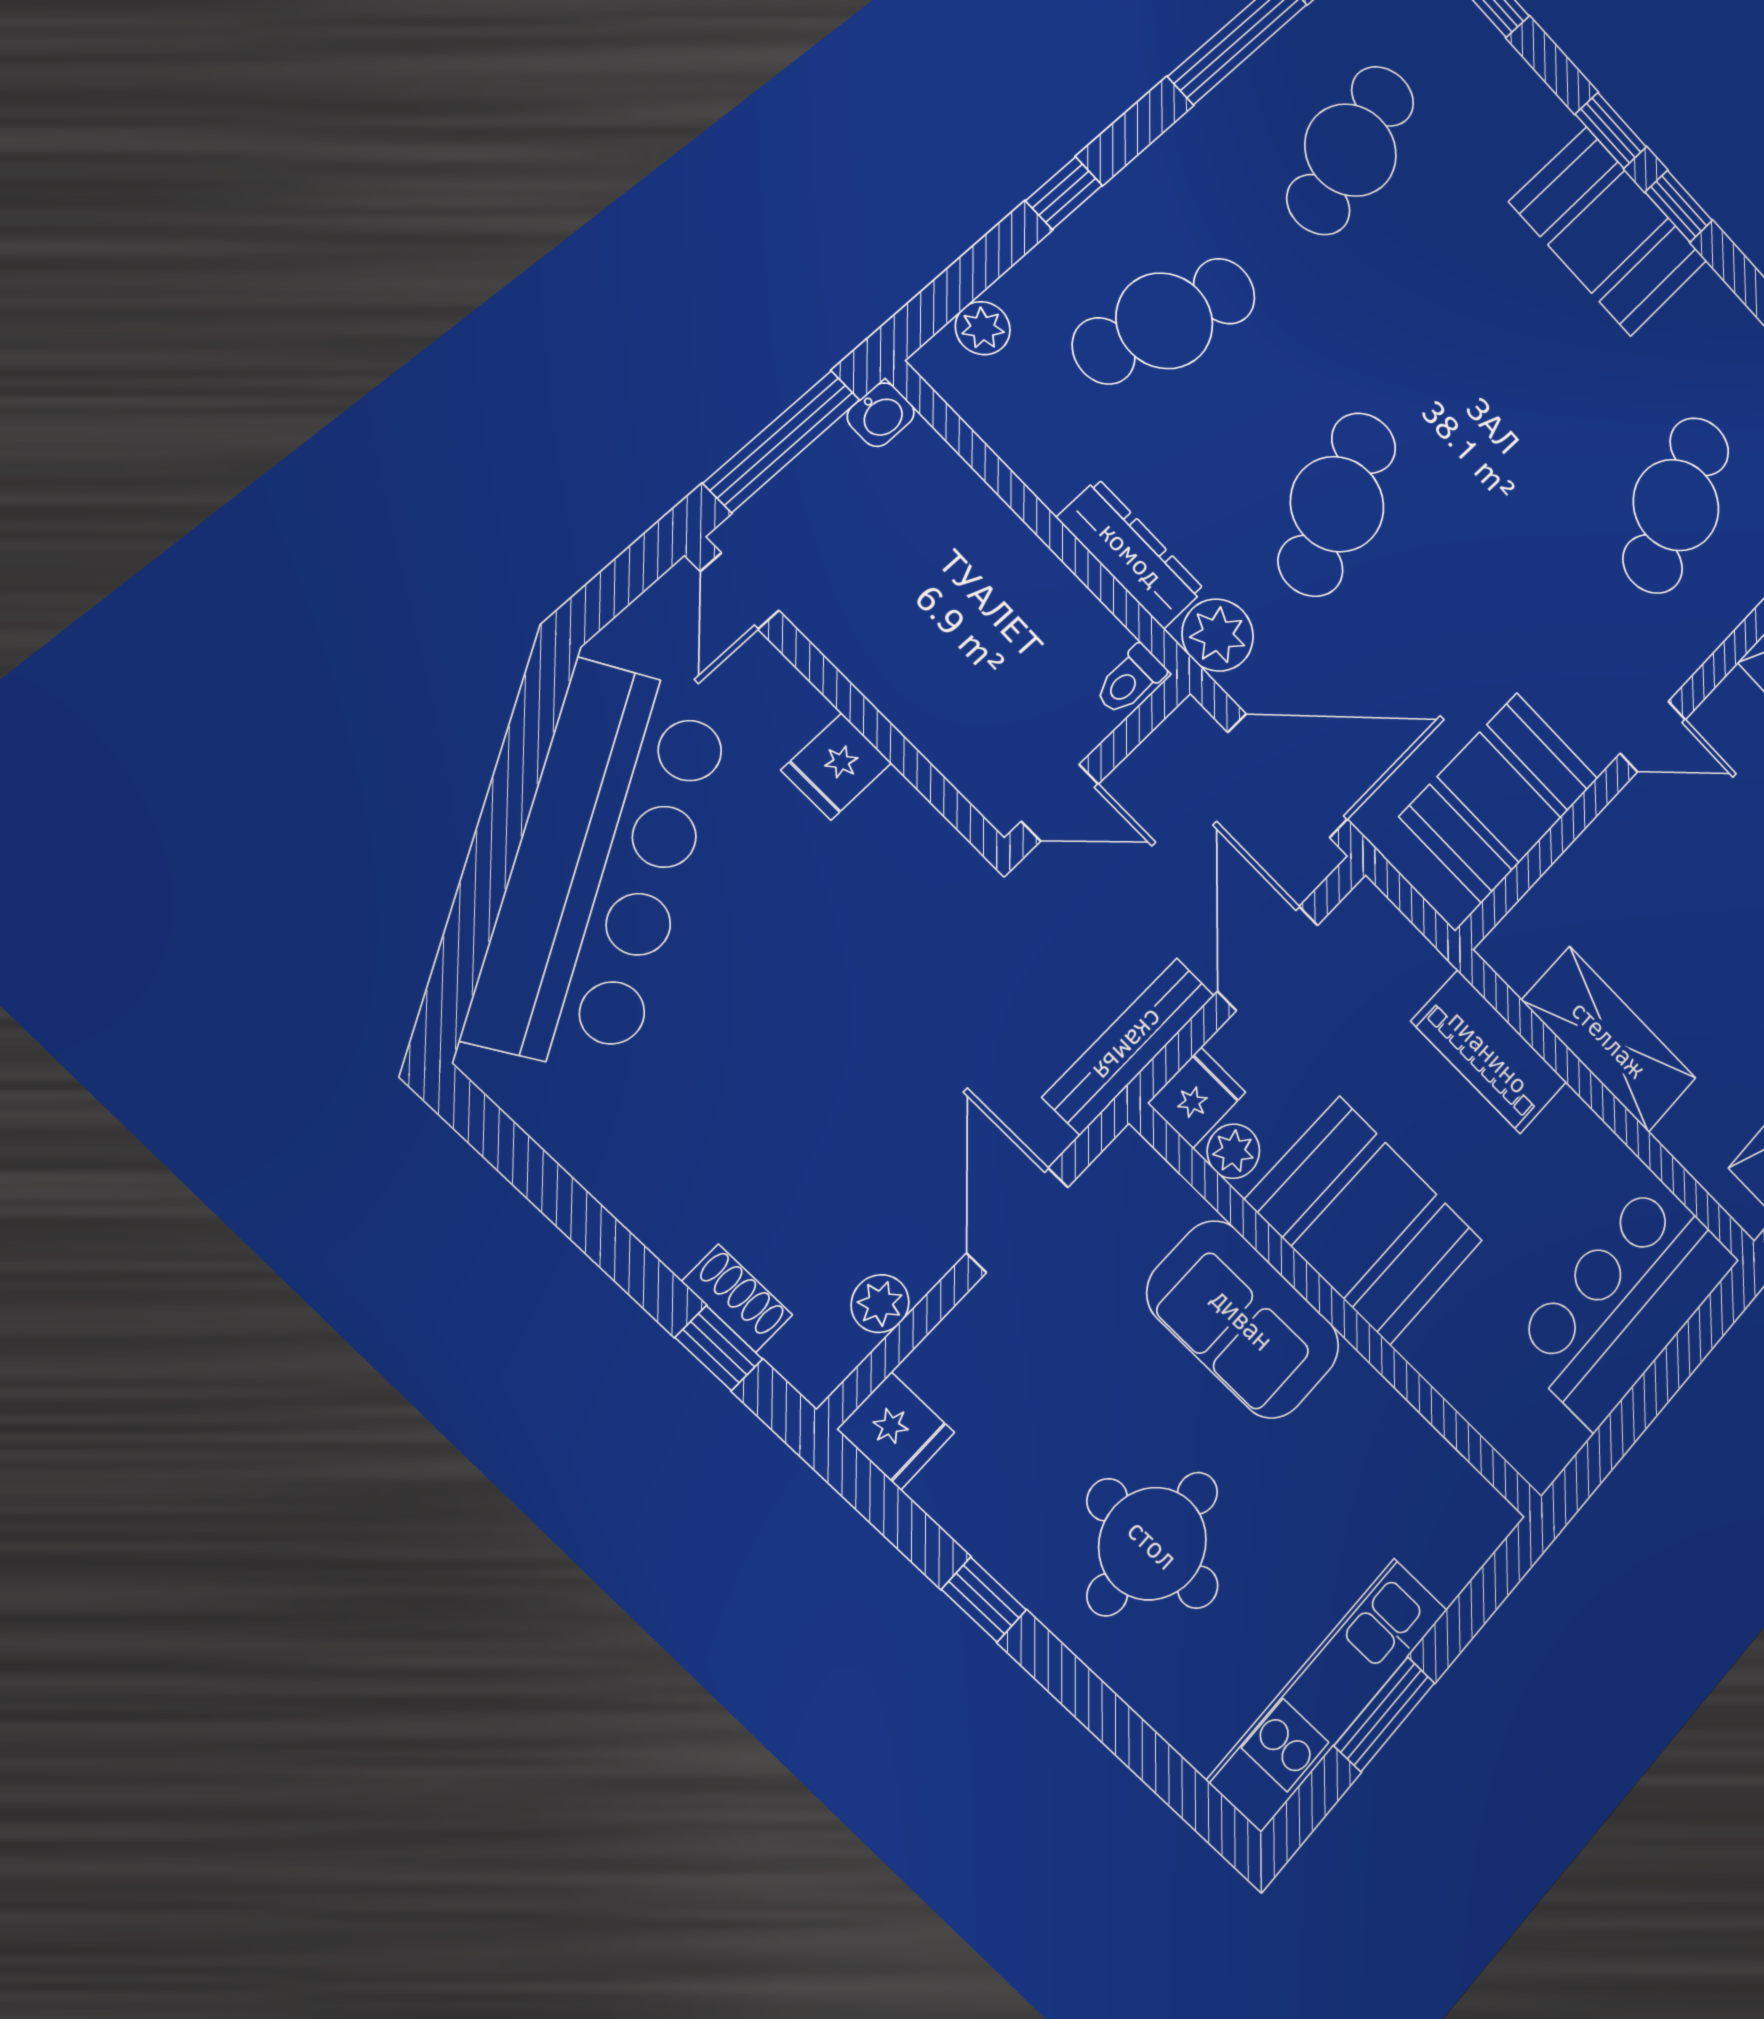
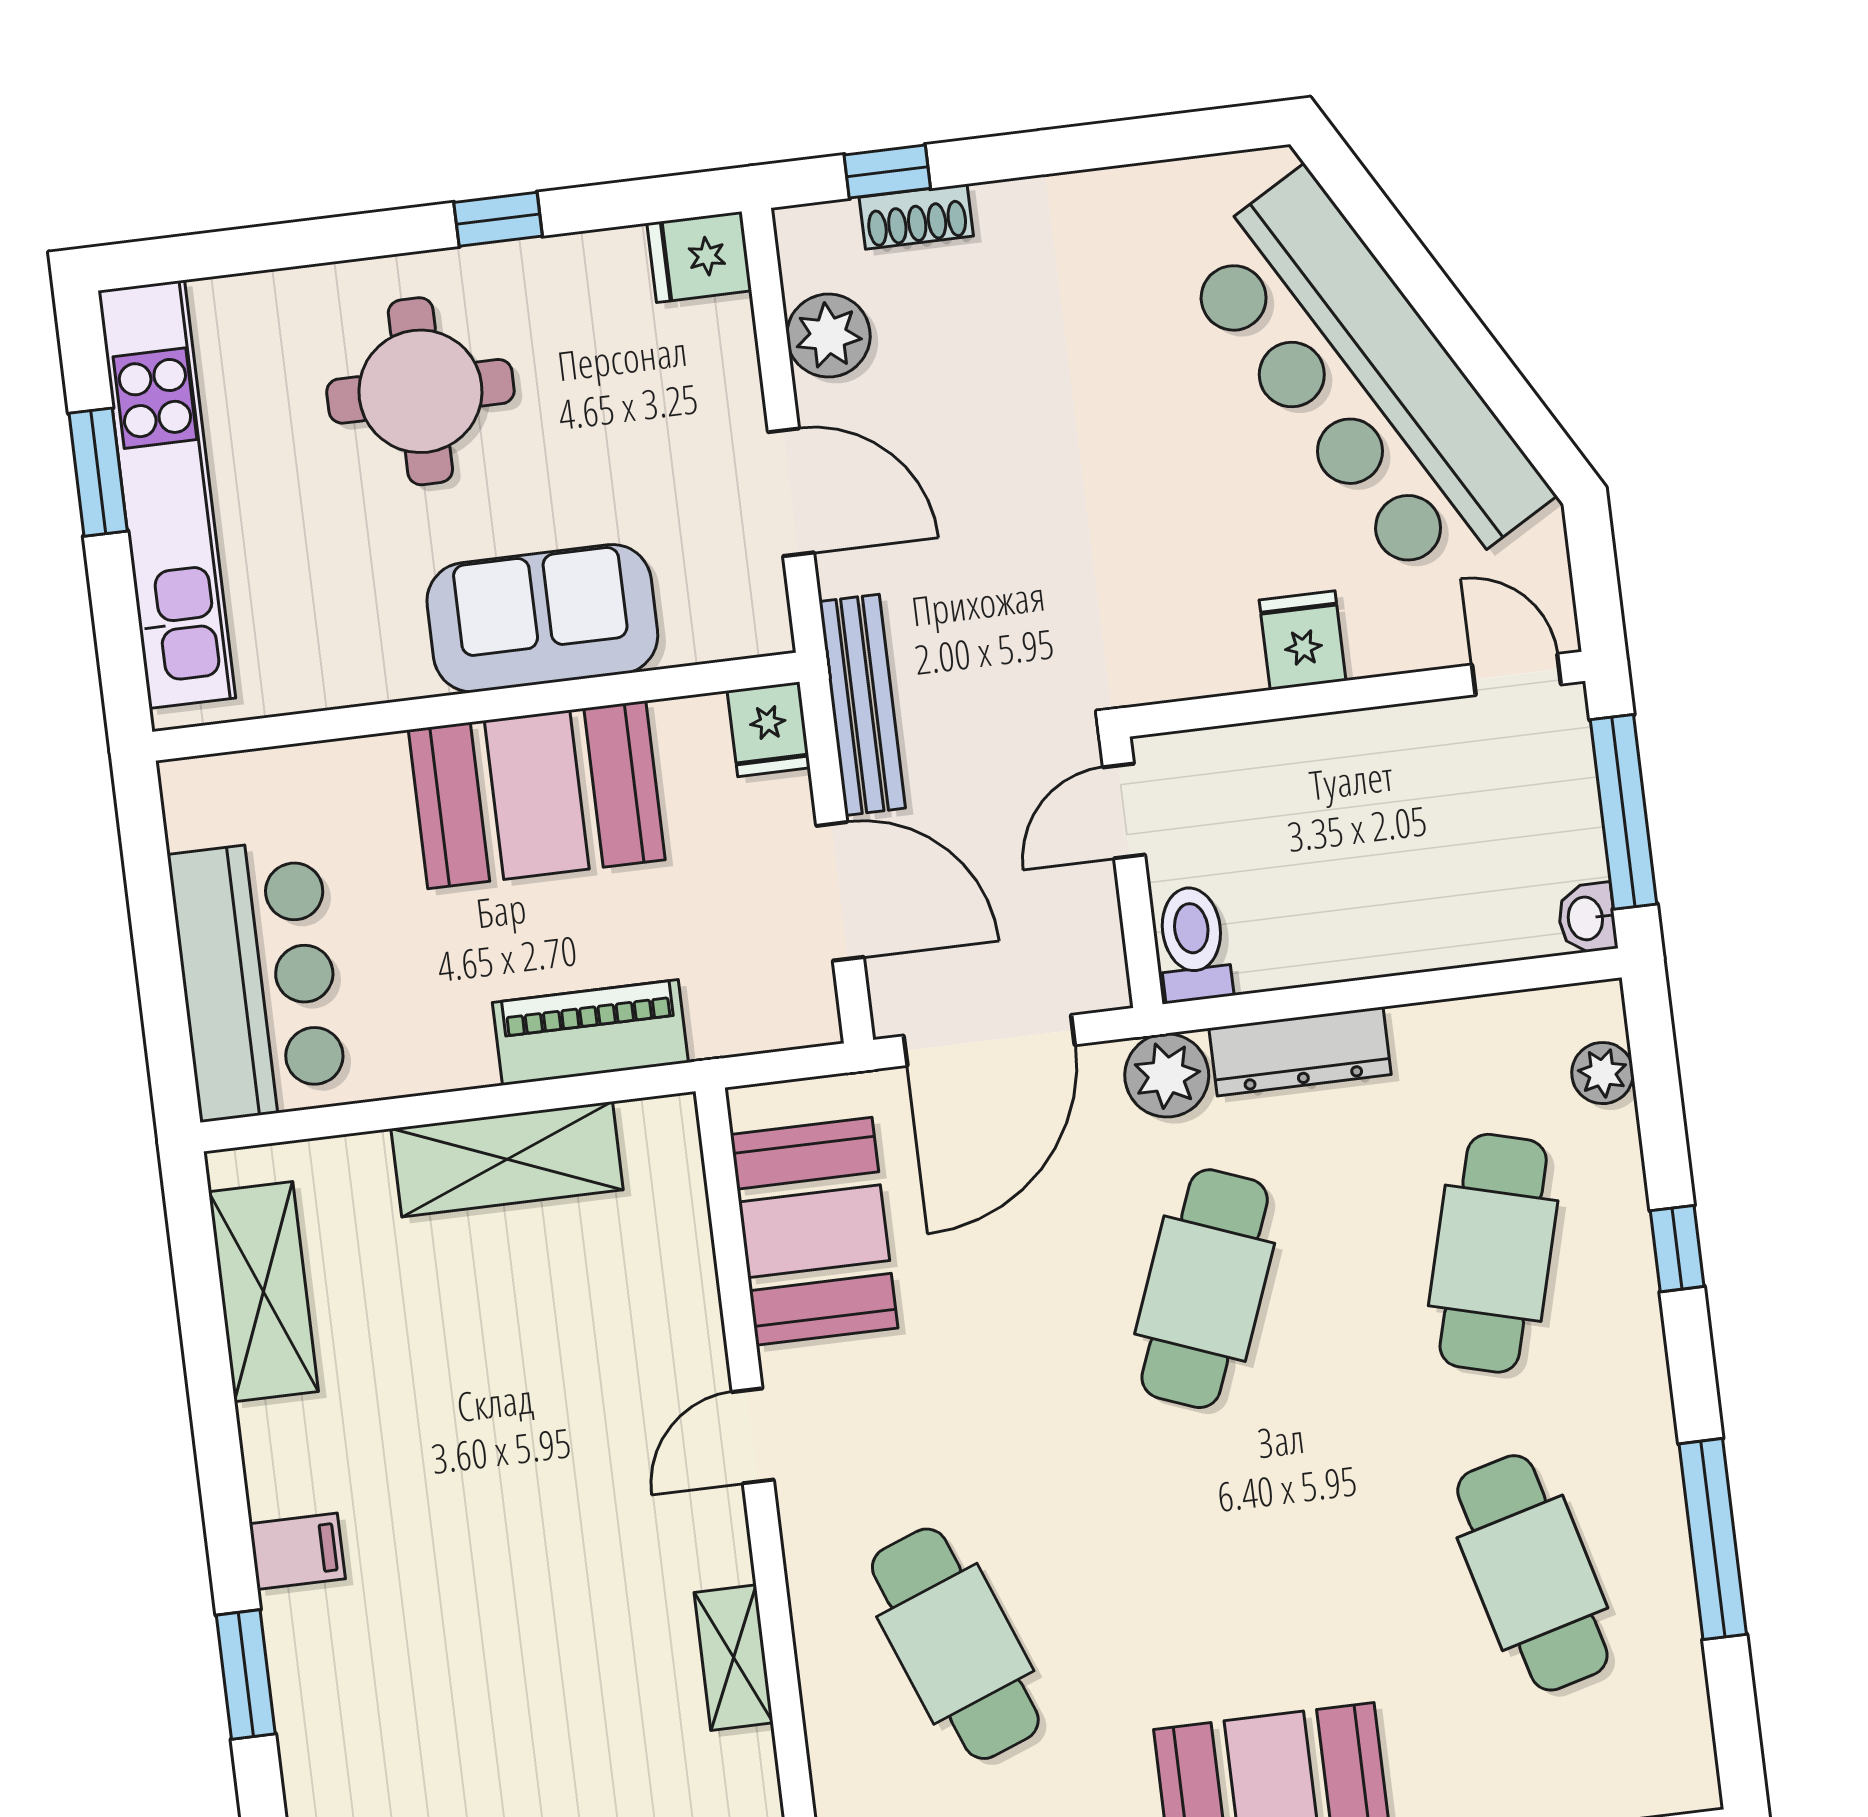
cafe table: (1337, 504) -> (1205, 1289), turned 42
toilet: (1130, 680) -> (1193, 944), width x1.37, depth x1.39
plant: (1233, 1151) -> (695, 725), removed
plant: (880, 1304) -> (828, 336), width x1.38, depth x1.38
kitchen unit: (1329, 1694) -> (167, 494), width x1.36

